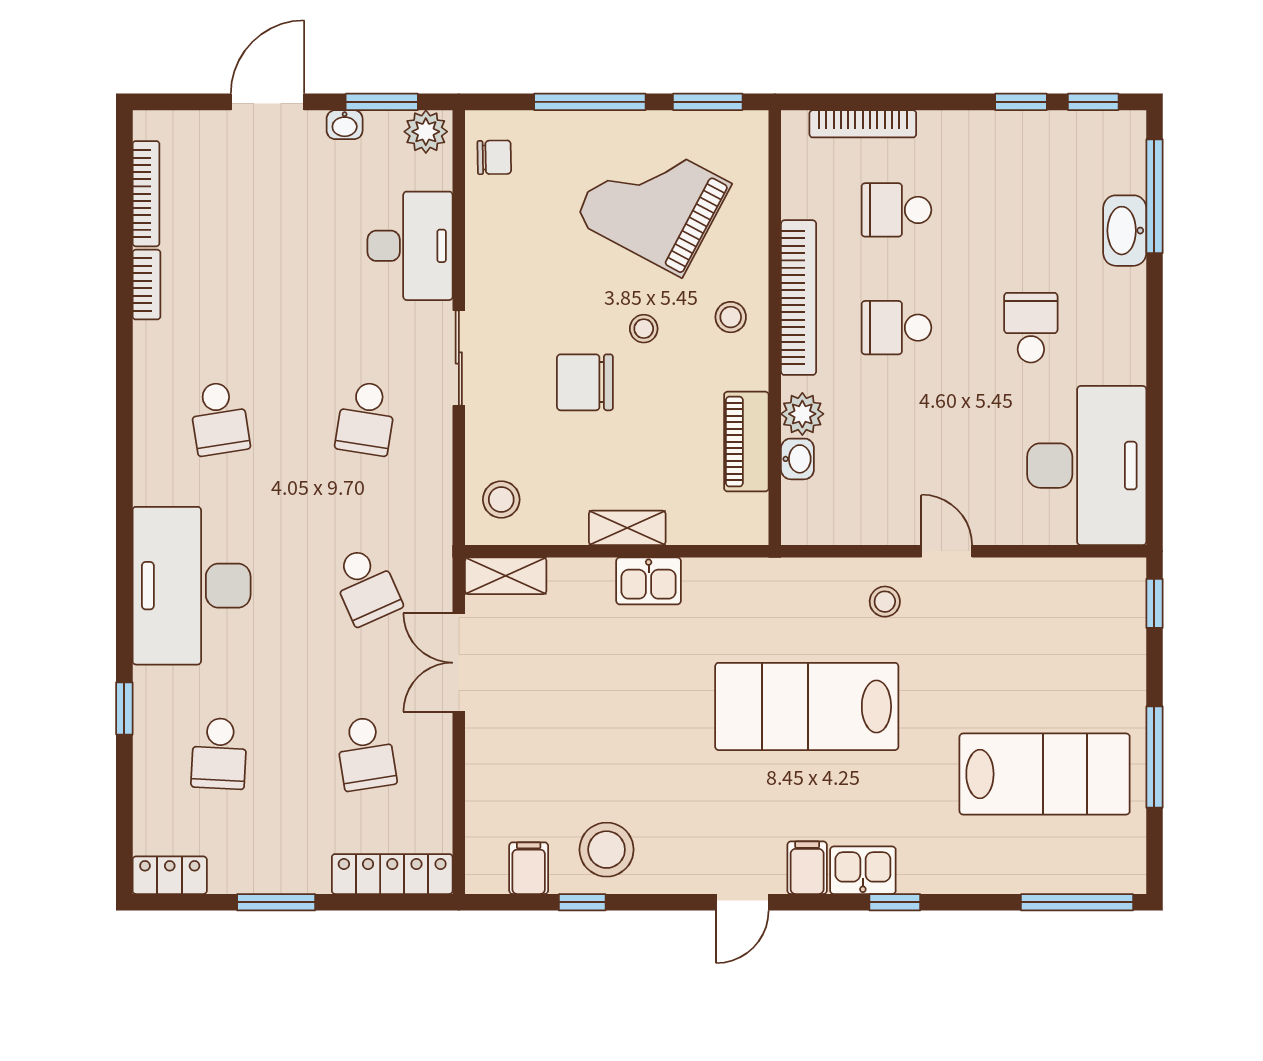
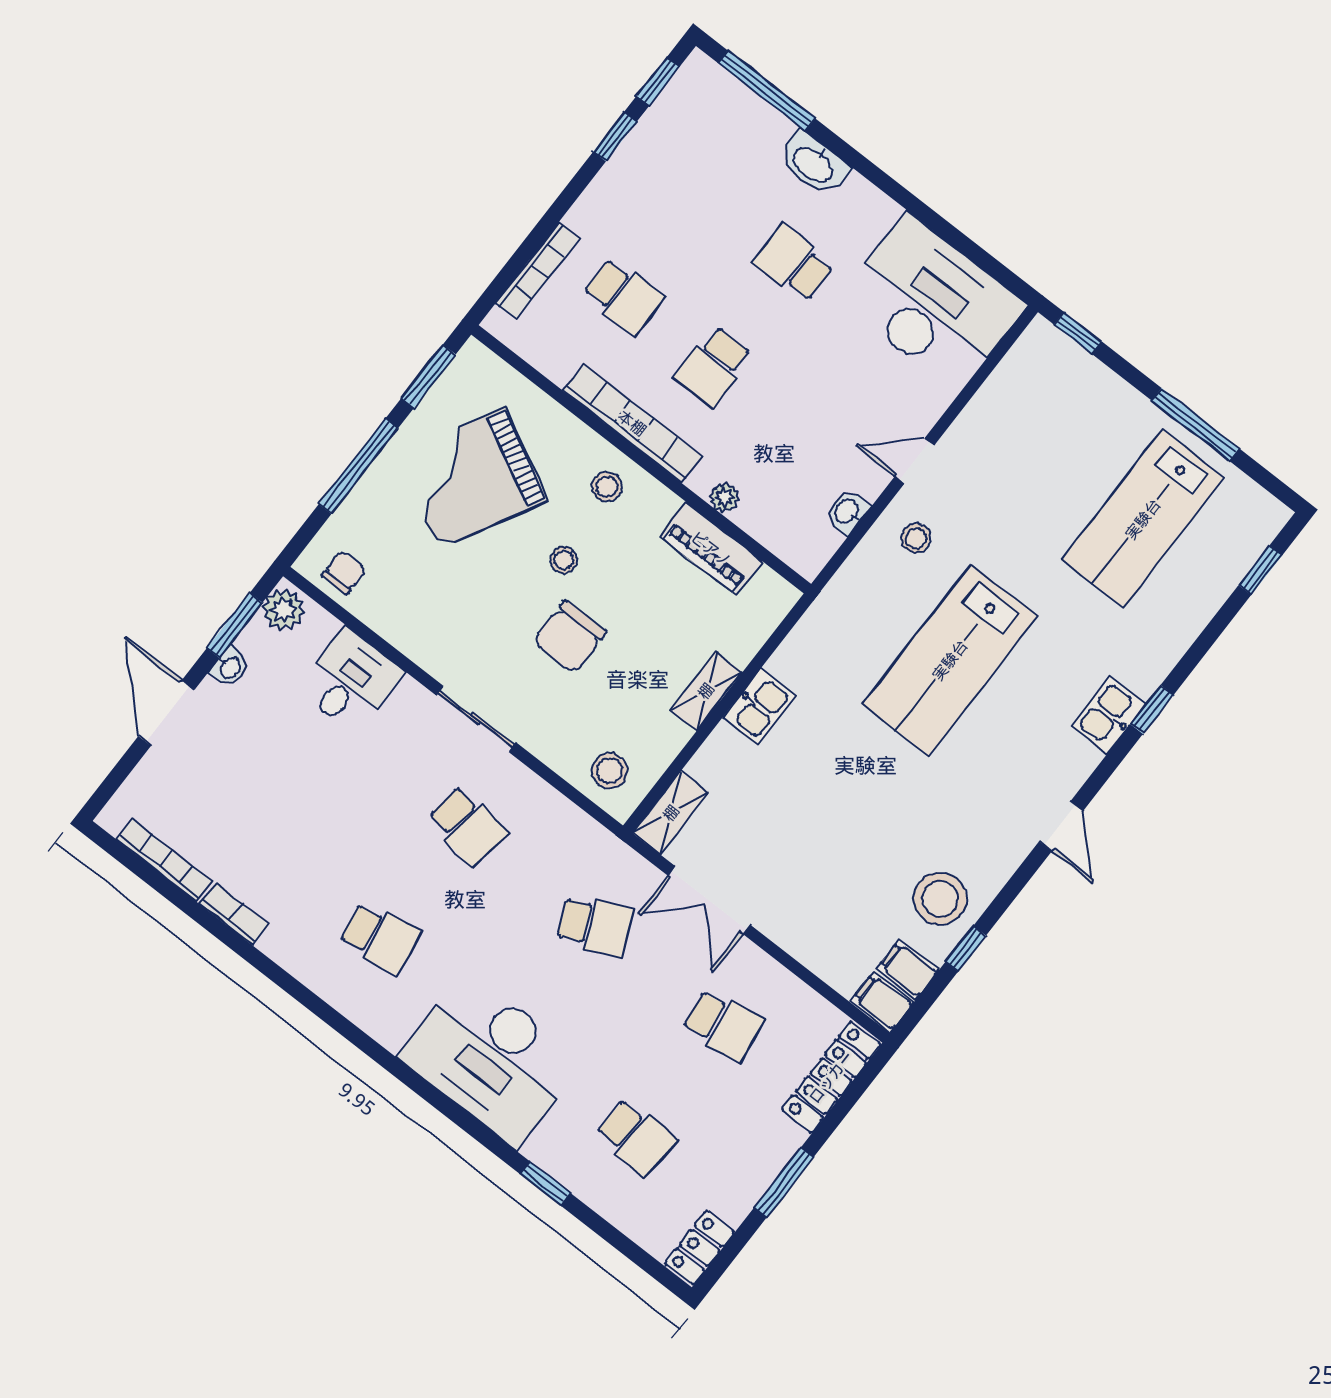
school desk: (896, 210) -> (623, 296), turned -90
washbasin: (1125, 231) -> (814, 164), moved
desk: (410, 246) -> (350, 681), width x0.73
plant: (802, 414) -> (724, 498), width x0.73, depth x0.73
washbasin: (797, 459) -> (847, 512), moved, turned -90
lab bench: (1045, 774) -> (1143, 519), turned 180
filing cabinet: (807, 868) -> (882, 1001), moved
window: (1077, 902) -> (1260, 570), width x0.46

